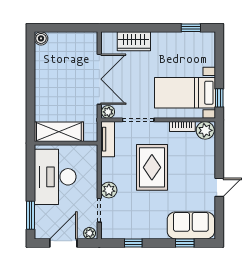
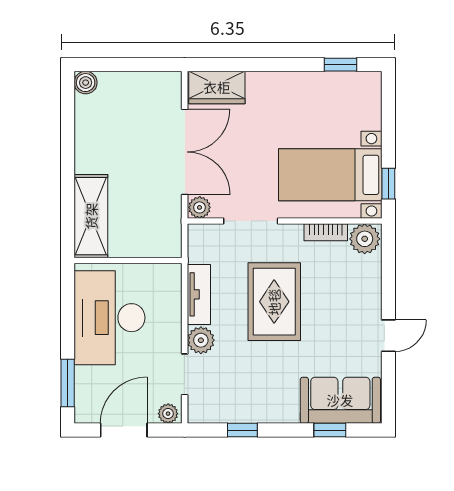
wardrobe: (134, 41) -> (217, 87), moved
shelving: (59, 132) -> (91, 216), moved, turned 90
tv unit: (108, 139) -> (199, 294), moved

